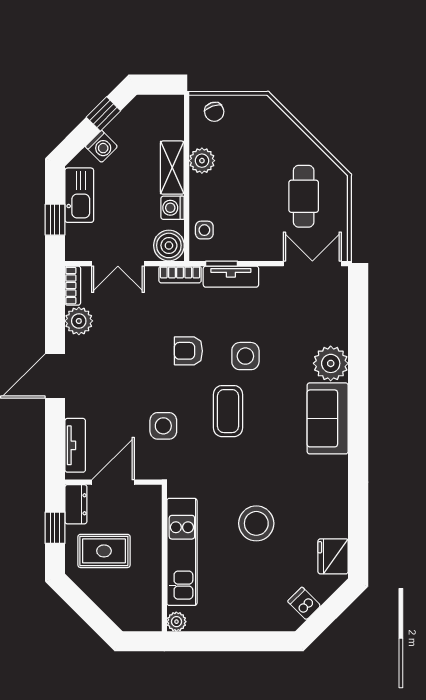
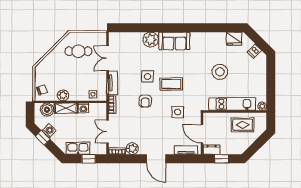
washing machine: (102, 146) -> (49, 131), moved
boiler: (169, 245) -> (47, 110), moved
double door: (118, 264) -> (107, 132), swing flipped
double door: (312, 264) -> (107, 58), moved
rug: (104, 551) -> (243, 125), moved, turned 90

